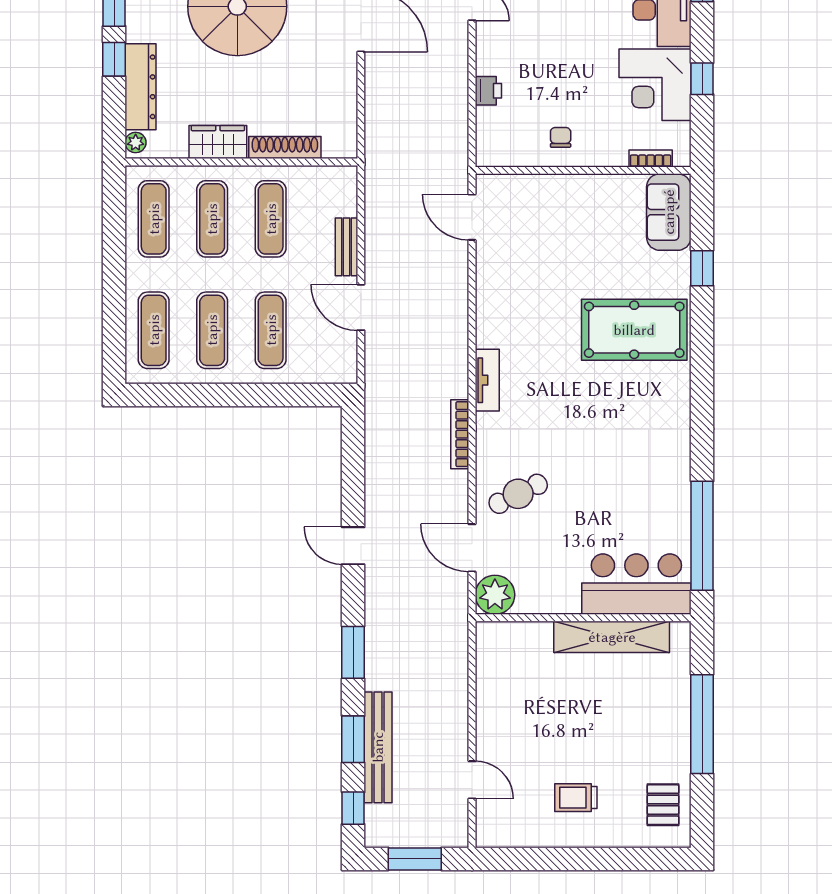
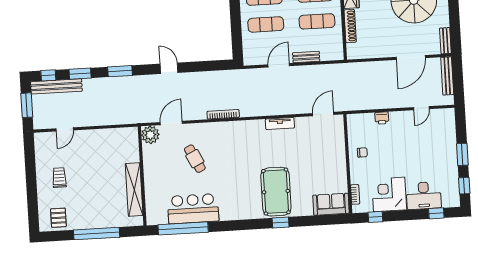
window: (702, 79) -> (375, 217), moved
window: (702, 268) -> (281, 223), moved
tv unit: (487, 380) -> (280, 124), moved
cafe table: (518, 494) -> (195, 159), moved
door: (353, 546) -> (169, 68), hinge flipped
bar counter: (636, 584) -> (193, 209), moved, turned -90
bench: (378, 747) -> (56, 86), moved
pallet: (663, 805) -> (58, 218), turned 90

